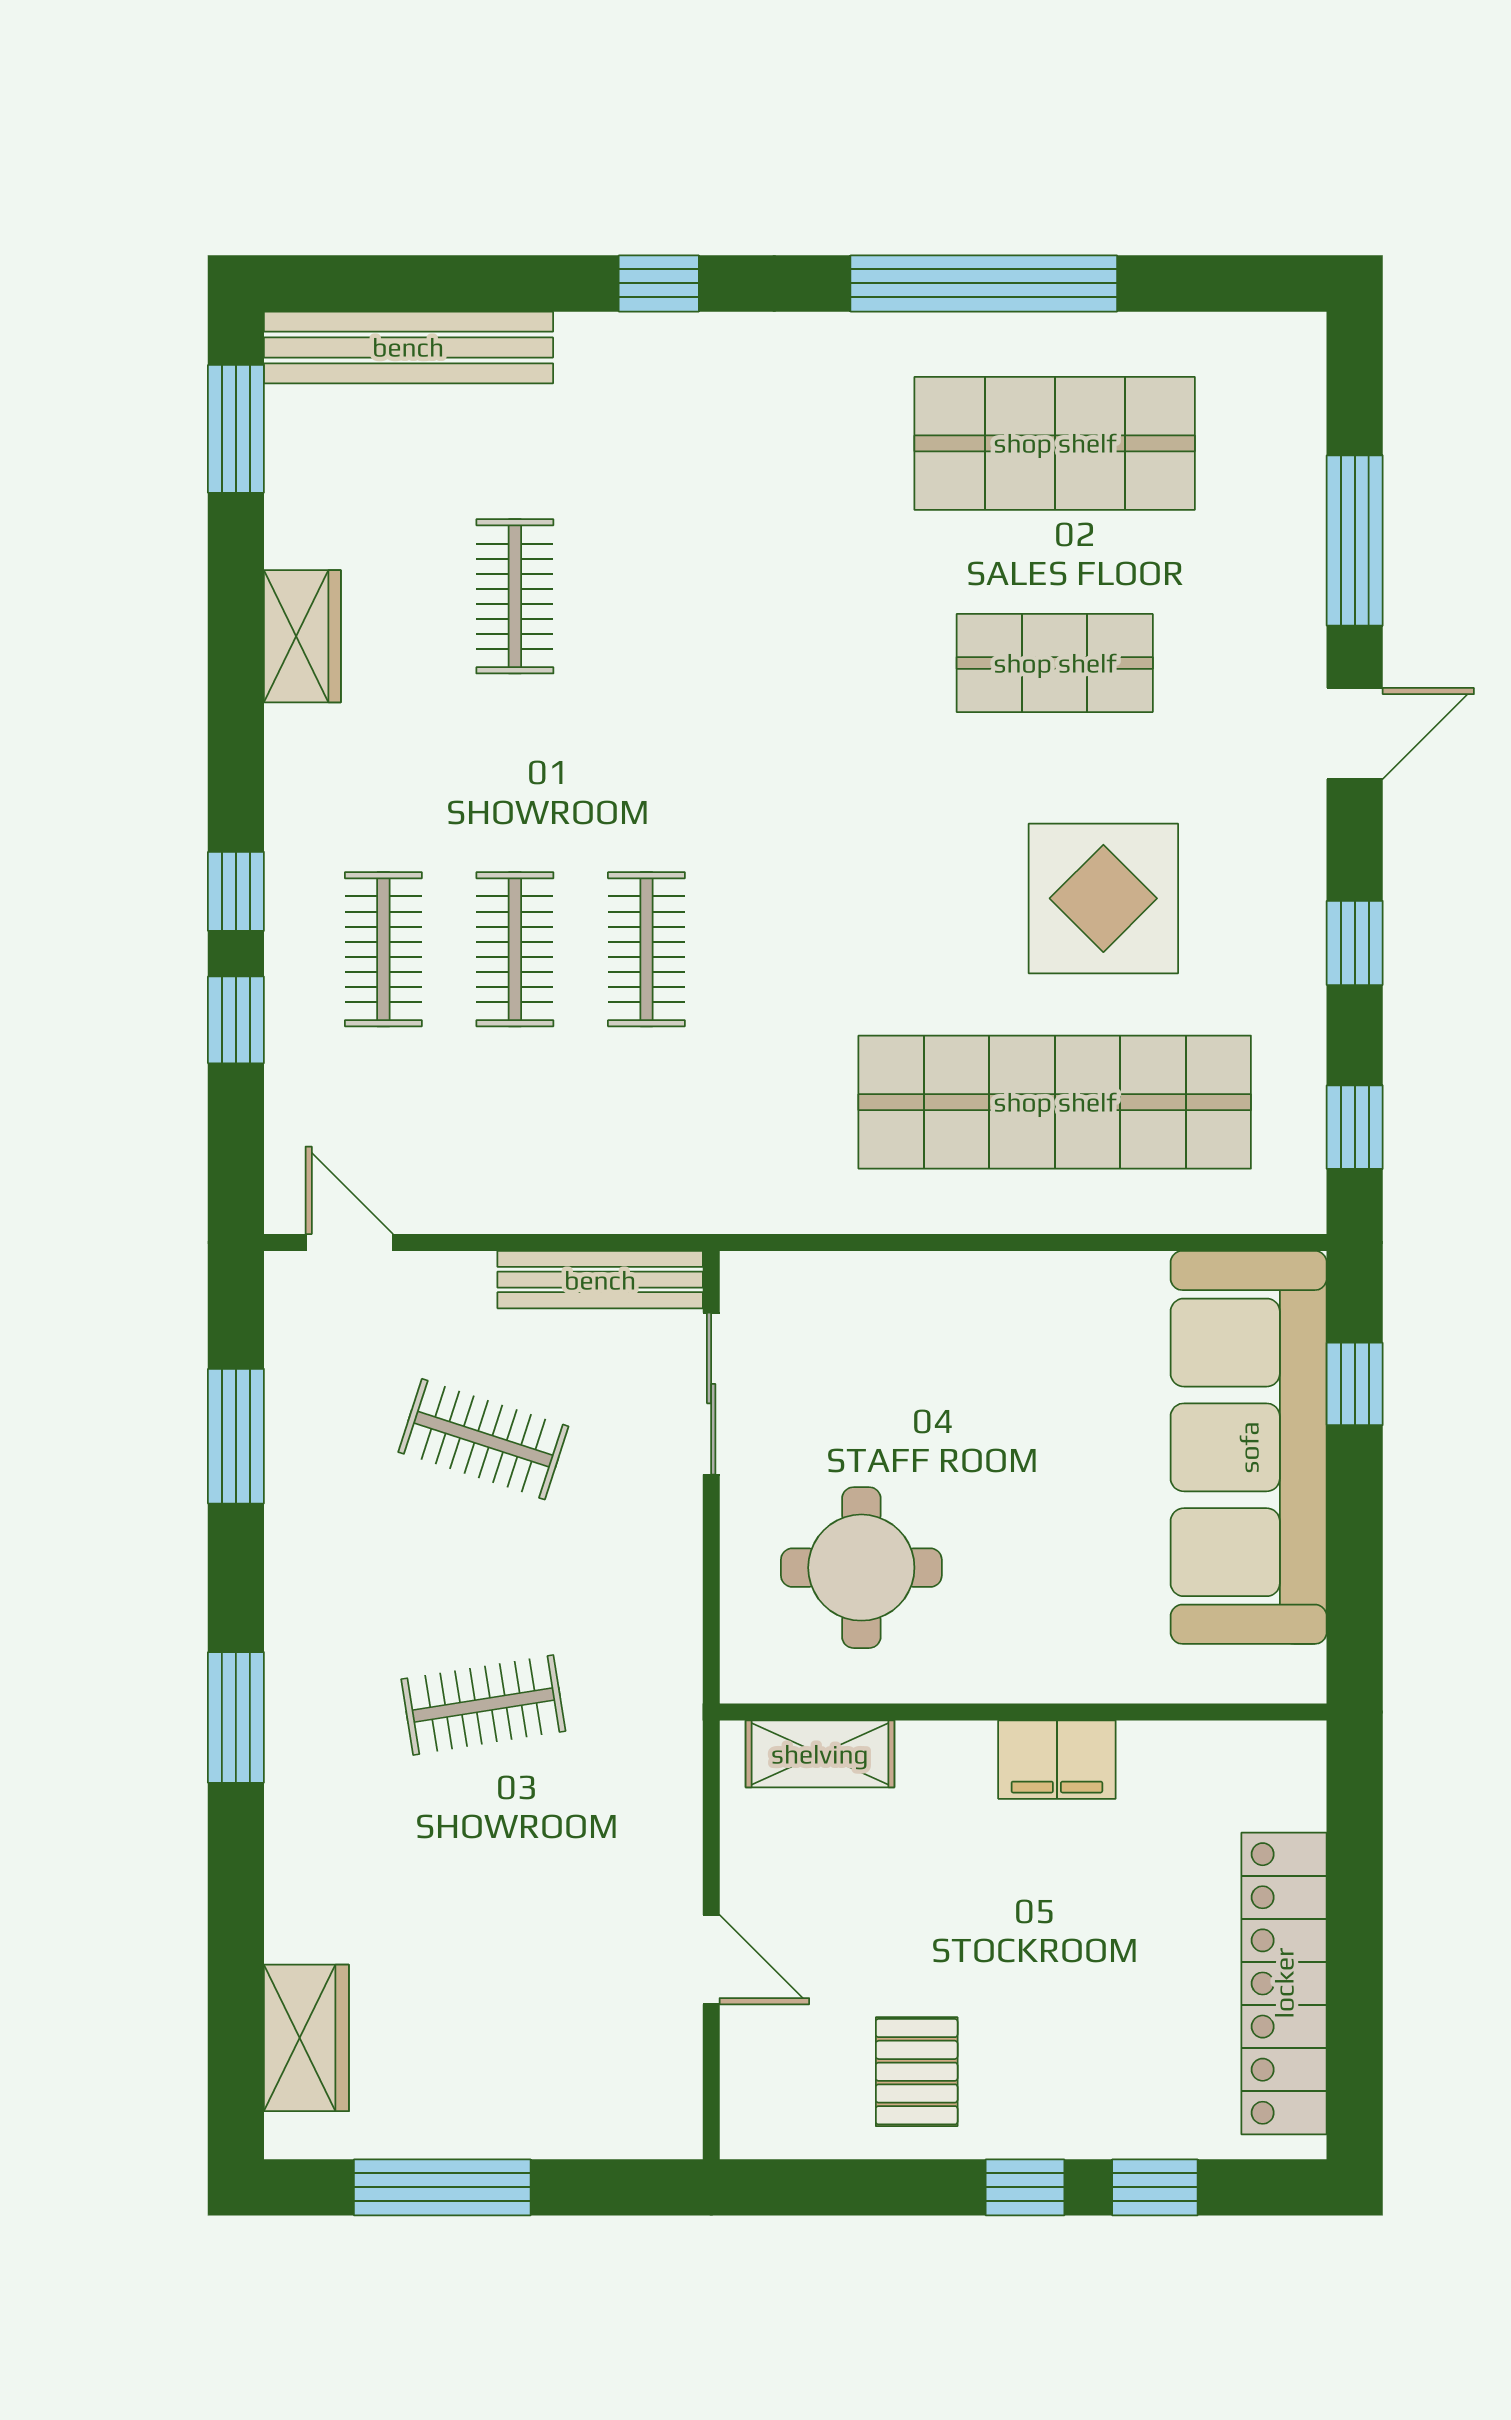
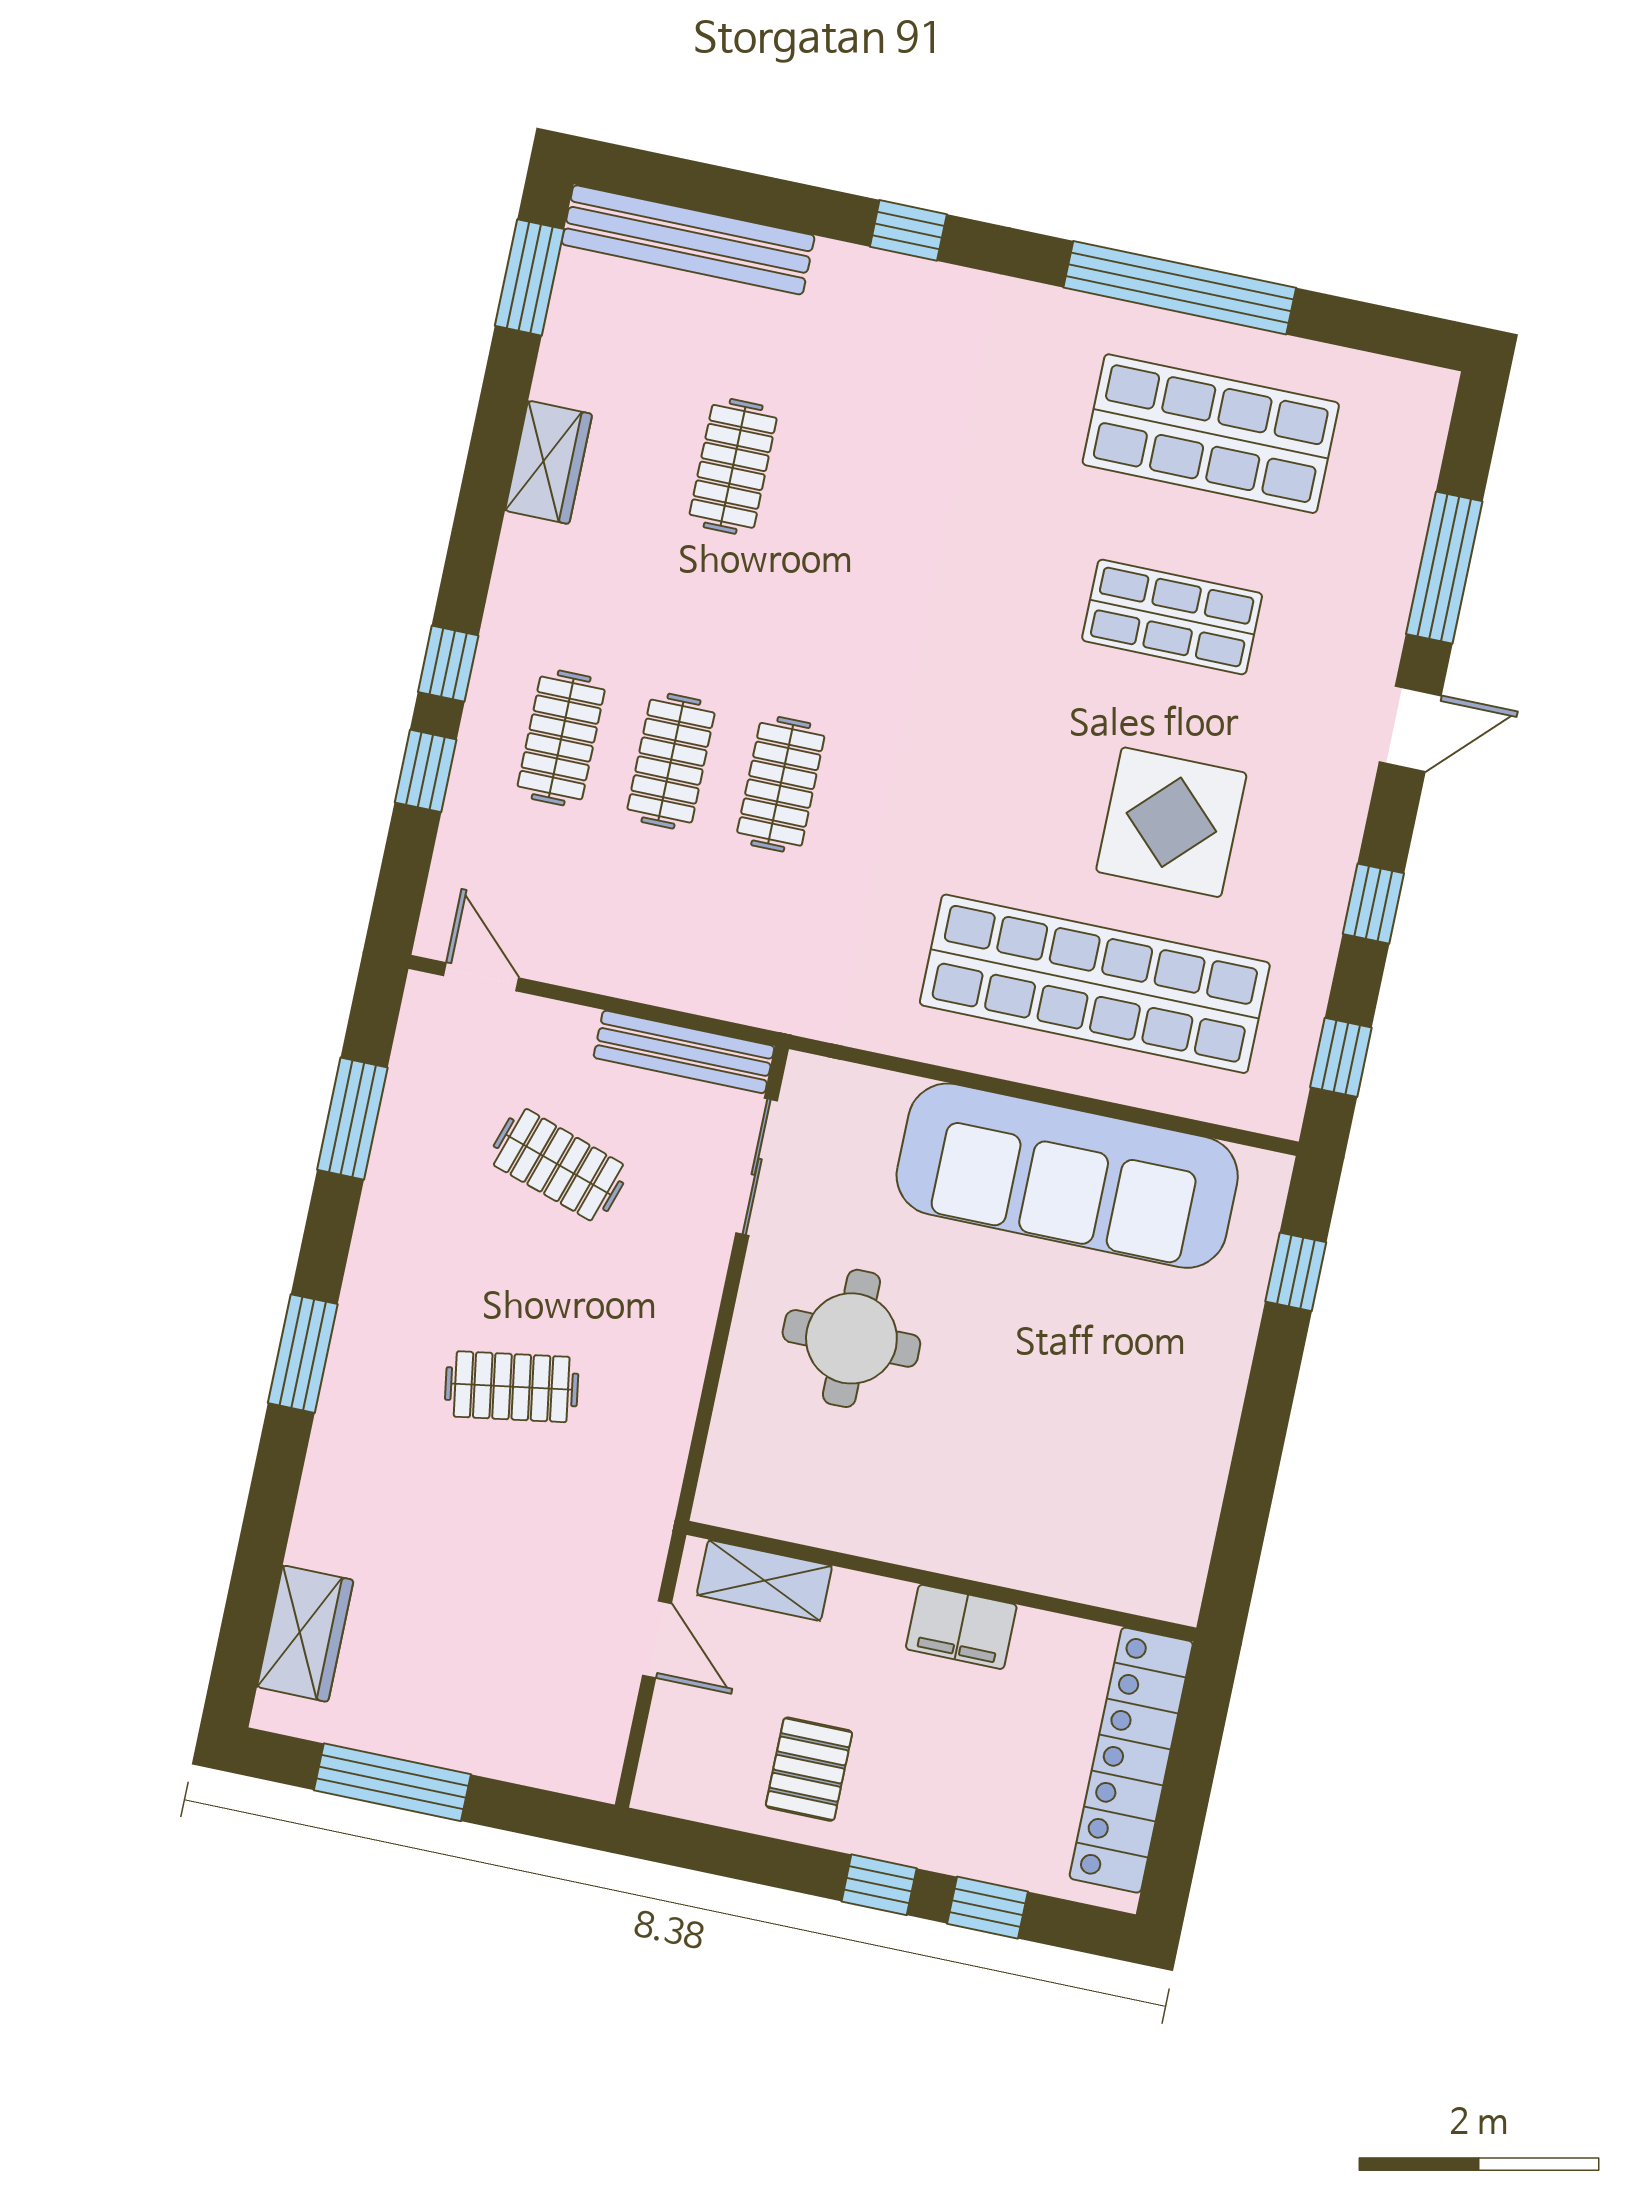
sofa: (1249, 1447) -> (1067, 1176), moved, turned -90
wall: (1023, 1712) -> (941, 1581), moved
shelving: (820, 1754) -> (764, 1580), moved
filing cabinet: (1057, 1760) -> (961, 1627), moved

